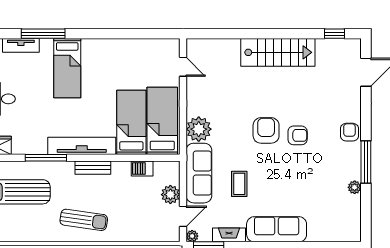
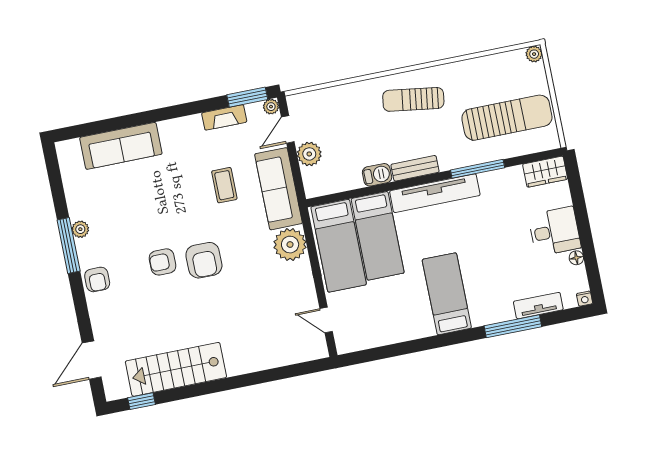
stairs: (278, 52) -> (176, 369), moved
bed: (67, 68) -> (447, 294), moved
barbecue: (142, 168) -> (377, 175), moved
plant: (355, 187) -> (80, 229), moved
sofa: (277, 229) -> (121, 146), moved

